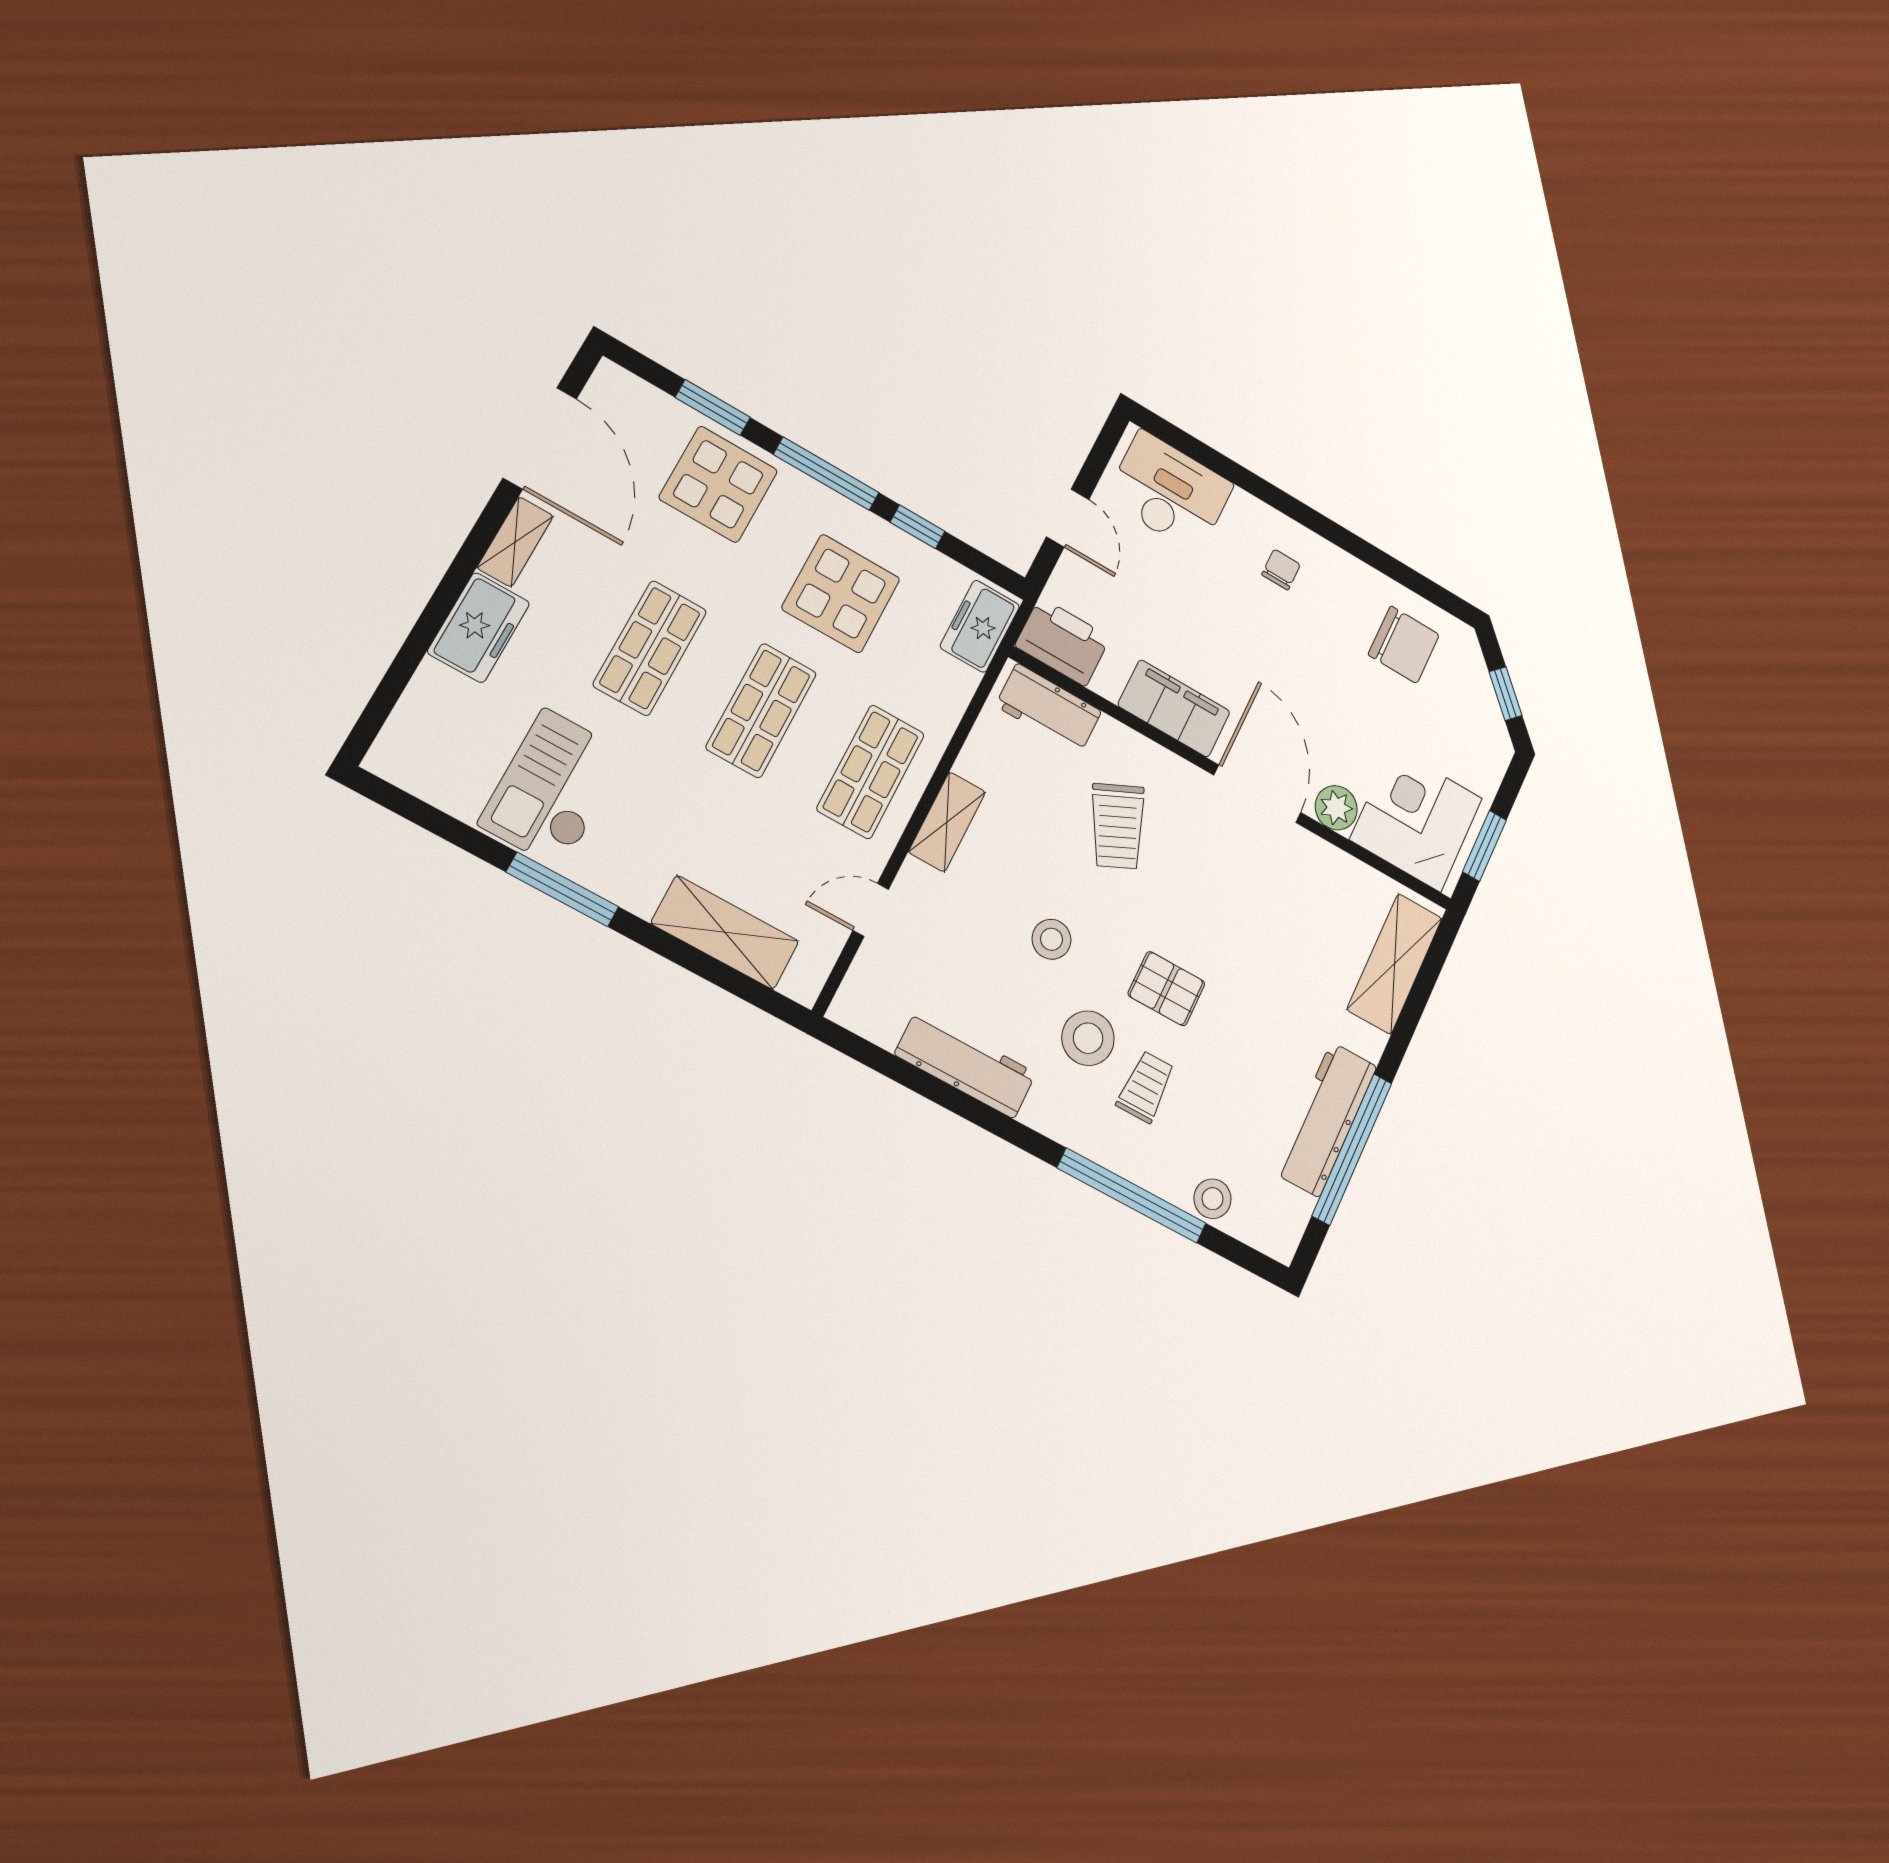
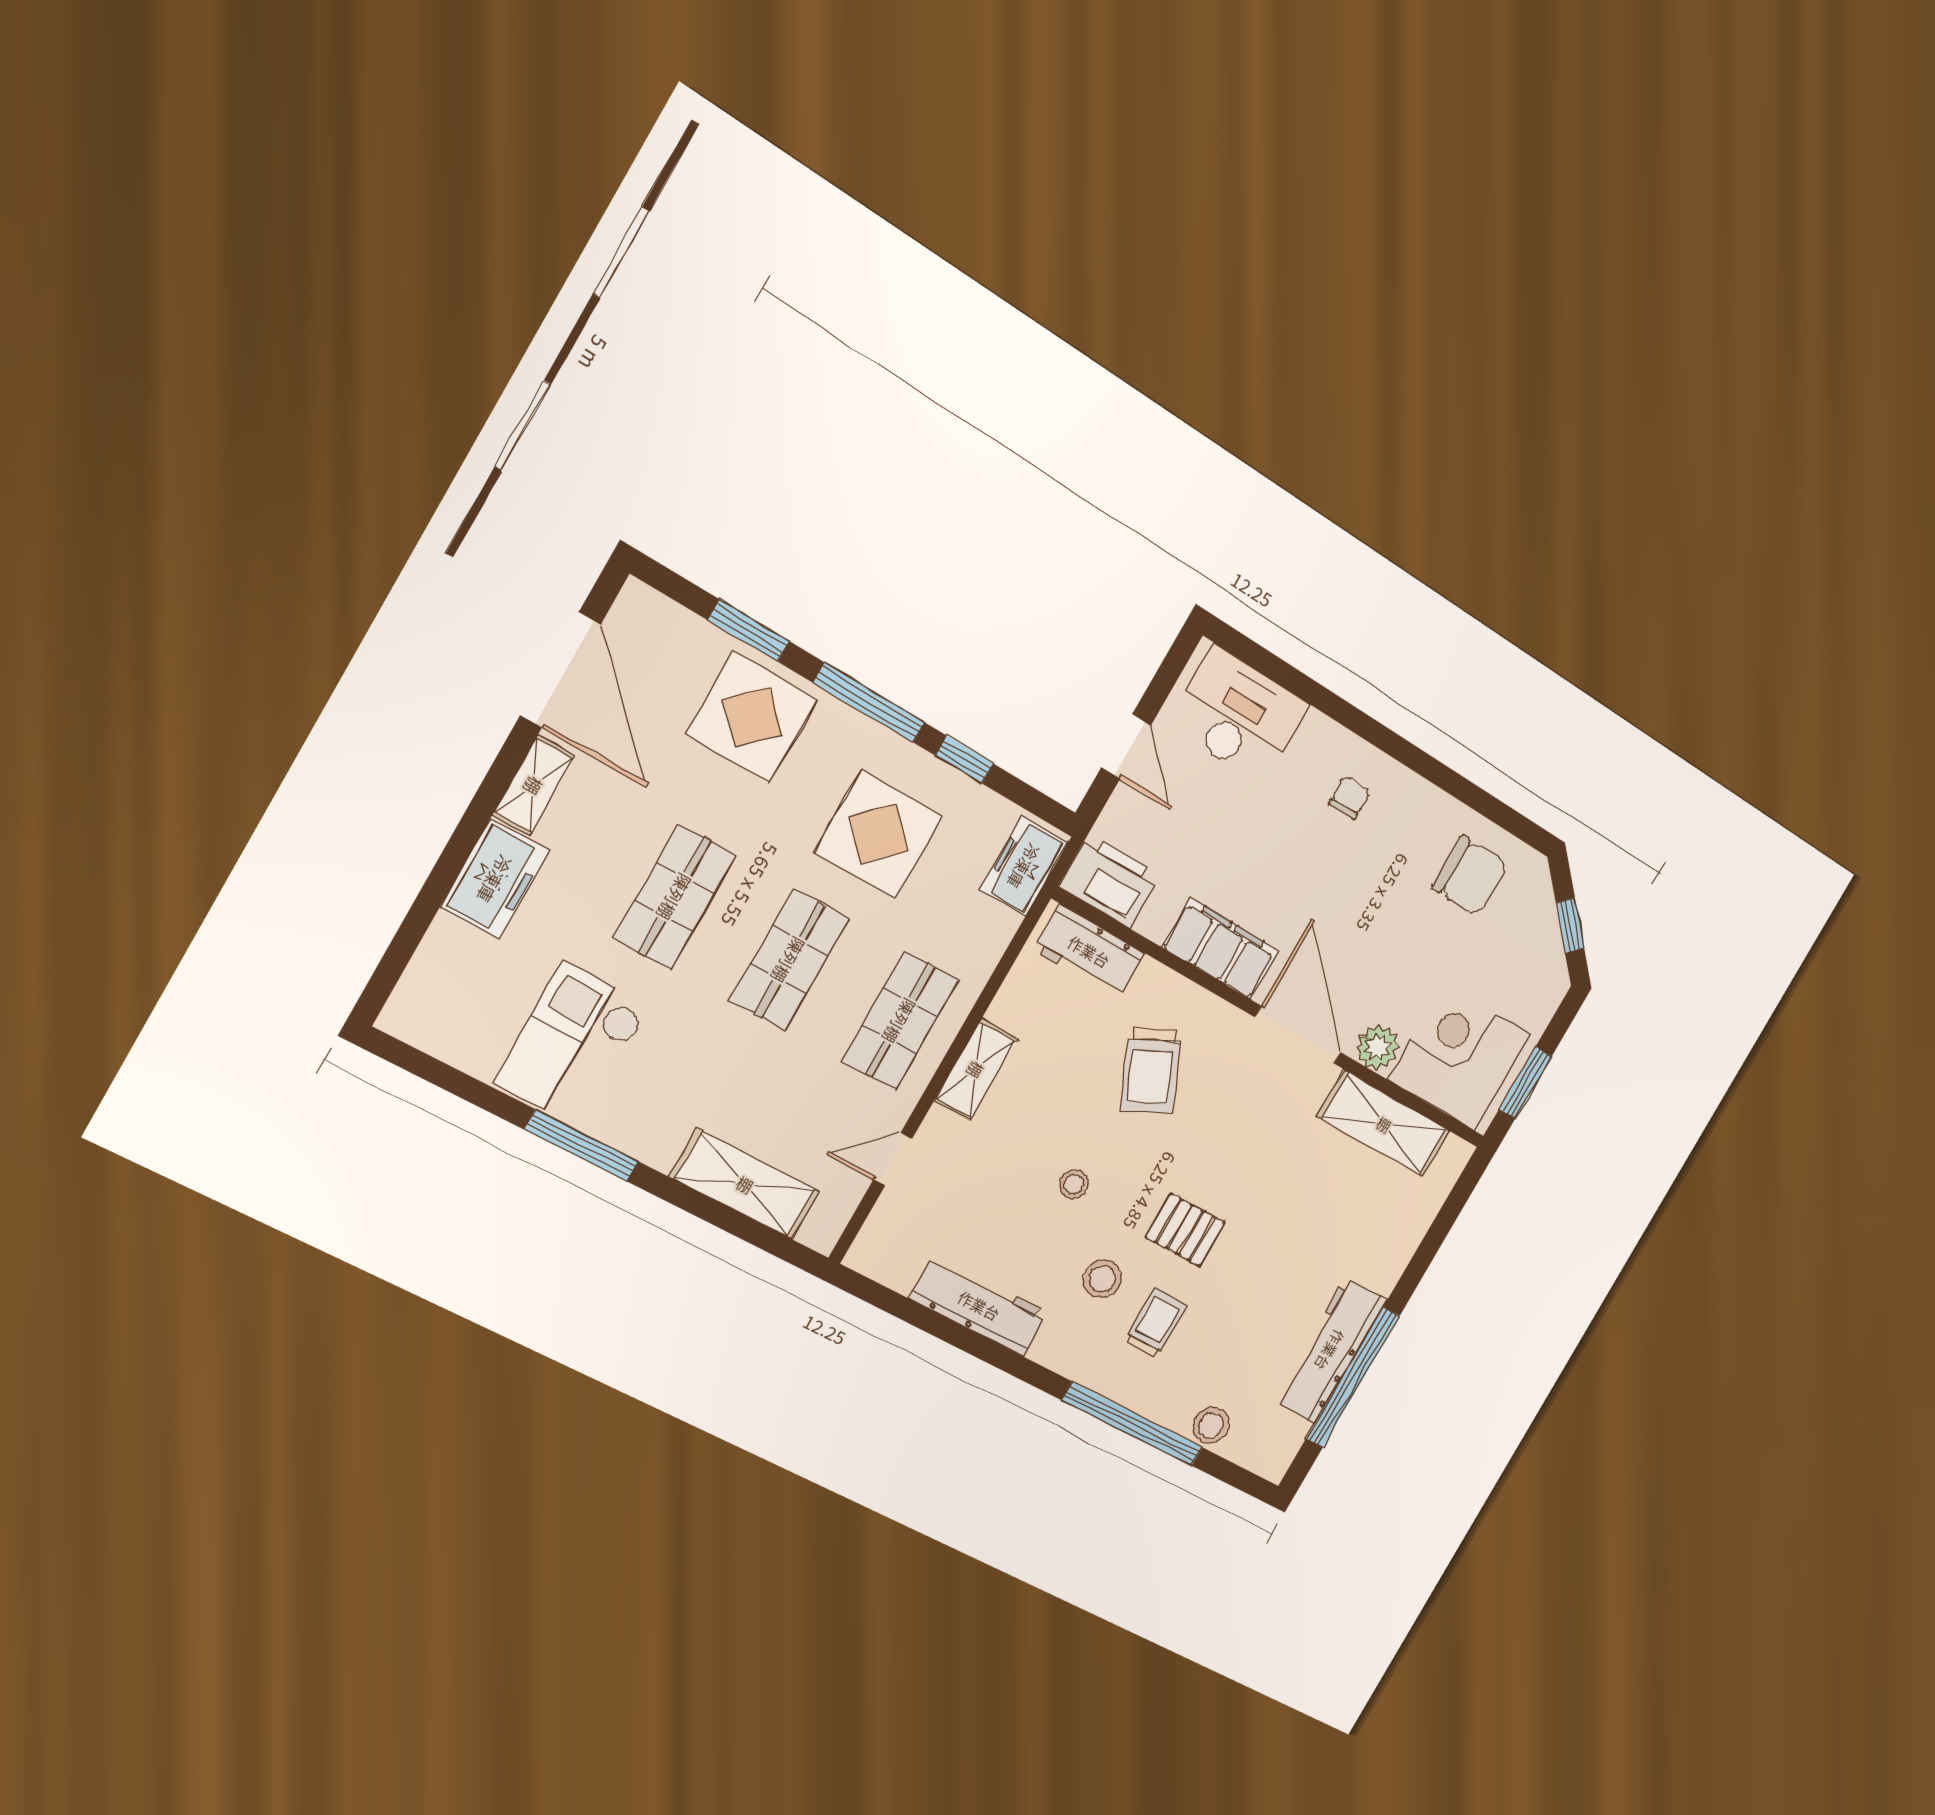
stool: (1052, 939) -> (1074, 1184), width x0.73, depth x0.73
shelving: (1395, 964) -> (1384, 1124), moved, turned 90
stool: (1088, 1038) -> (1102, 1279), width x0.73, depth x0.73

